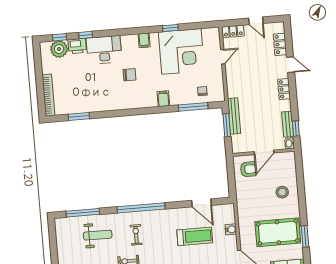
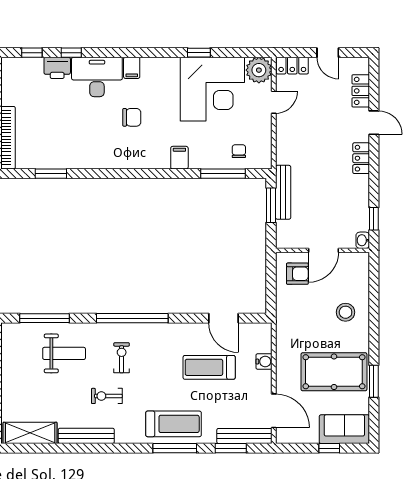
filing cabinet: (144, 40) -> (132, 68), moved
plant: (59, 49) -> (259, 70), moved
bench: (288, 124) -> (362, 211), removed
treadmill: (195, 236) -> (209, 367), turned 180

